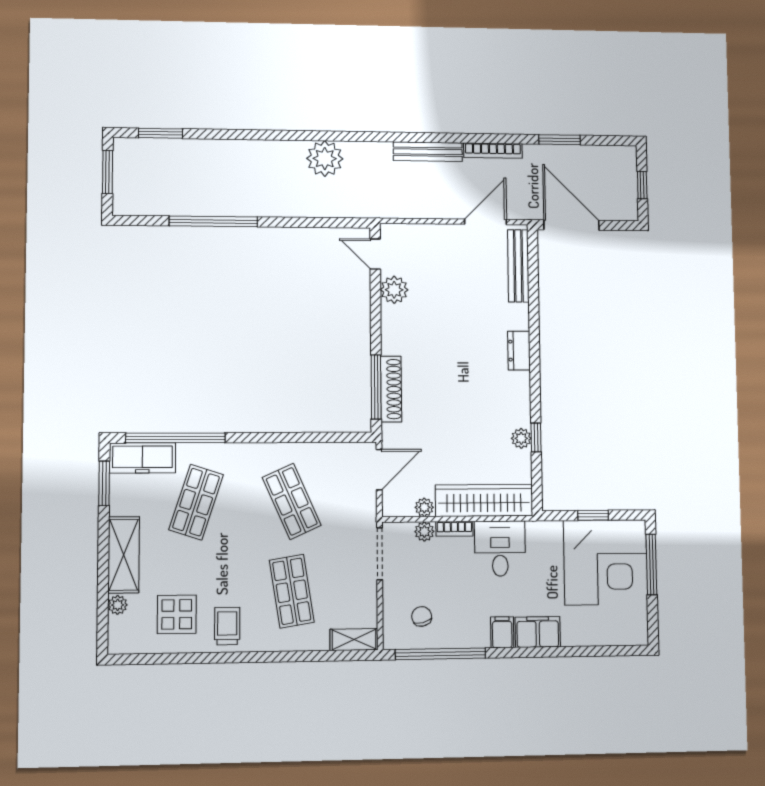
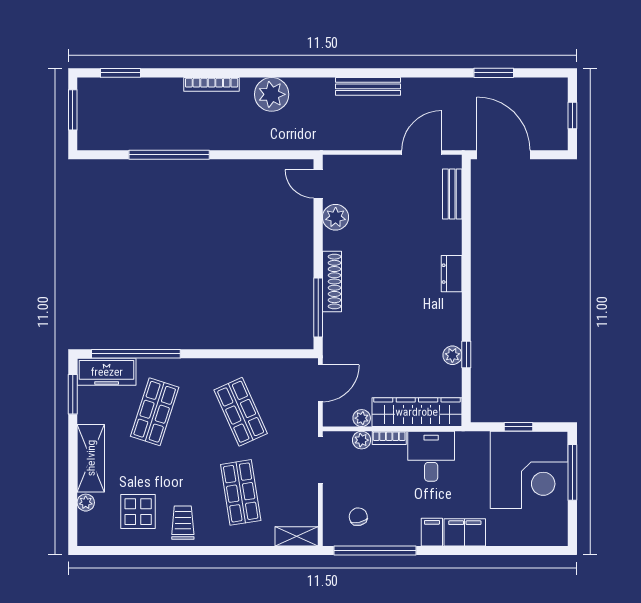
bookcase: (493, 151) -> (212, 84), moved
bench: (518, 266) -> (452, 194), width x0.73
shoe rack: (391, 389) -> (332, 282), moved

